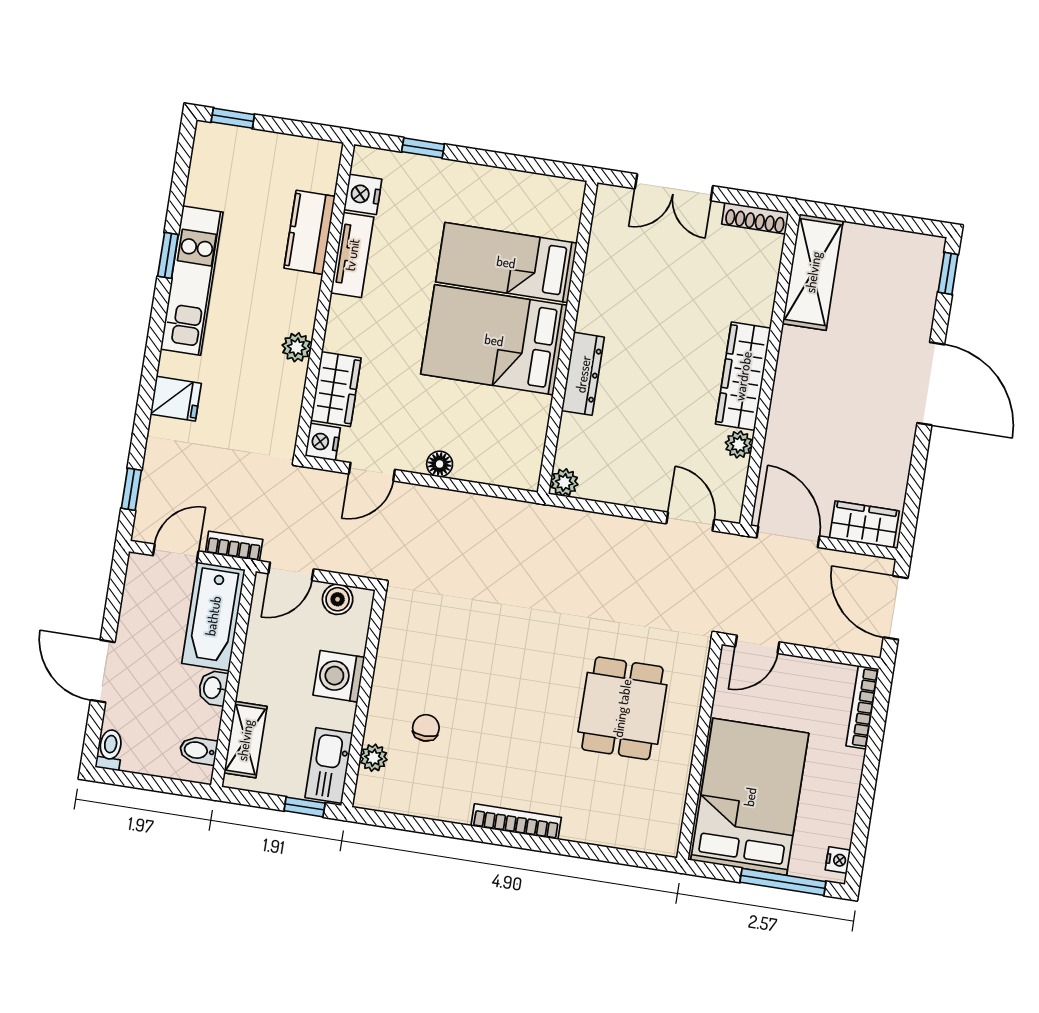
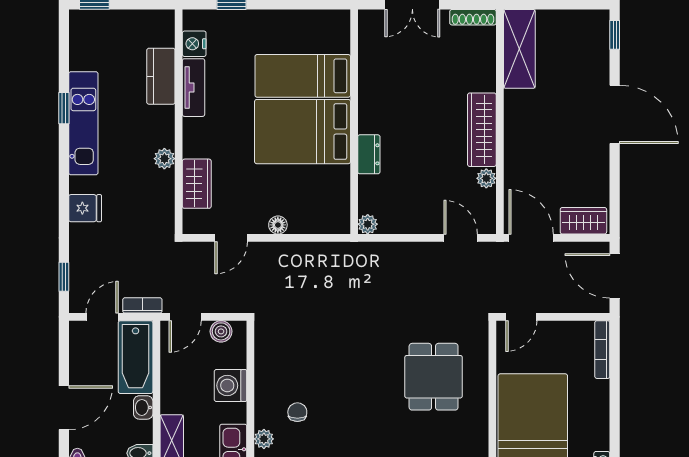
dresser: (583, 374) -> (369, 154), width x0.70
nightstand: (323, 442) -> (193, 222), removed
door: (103, 671) -> (64, 408), swing flipped

